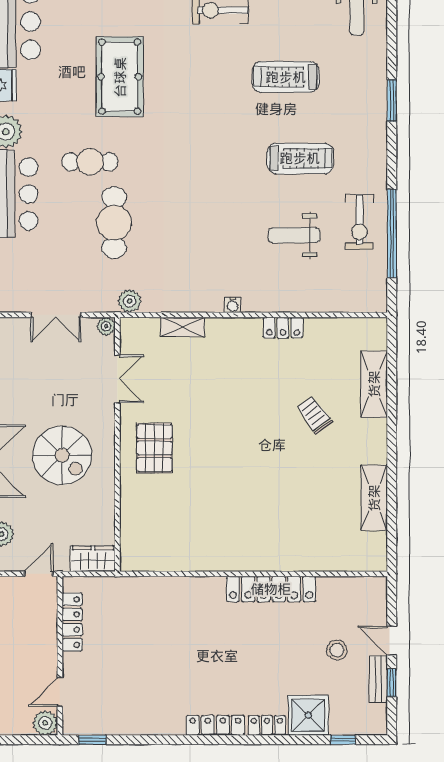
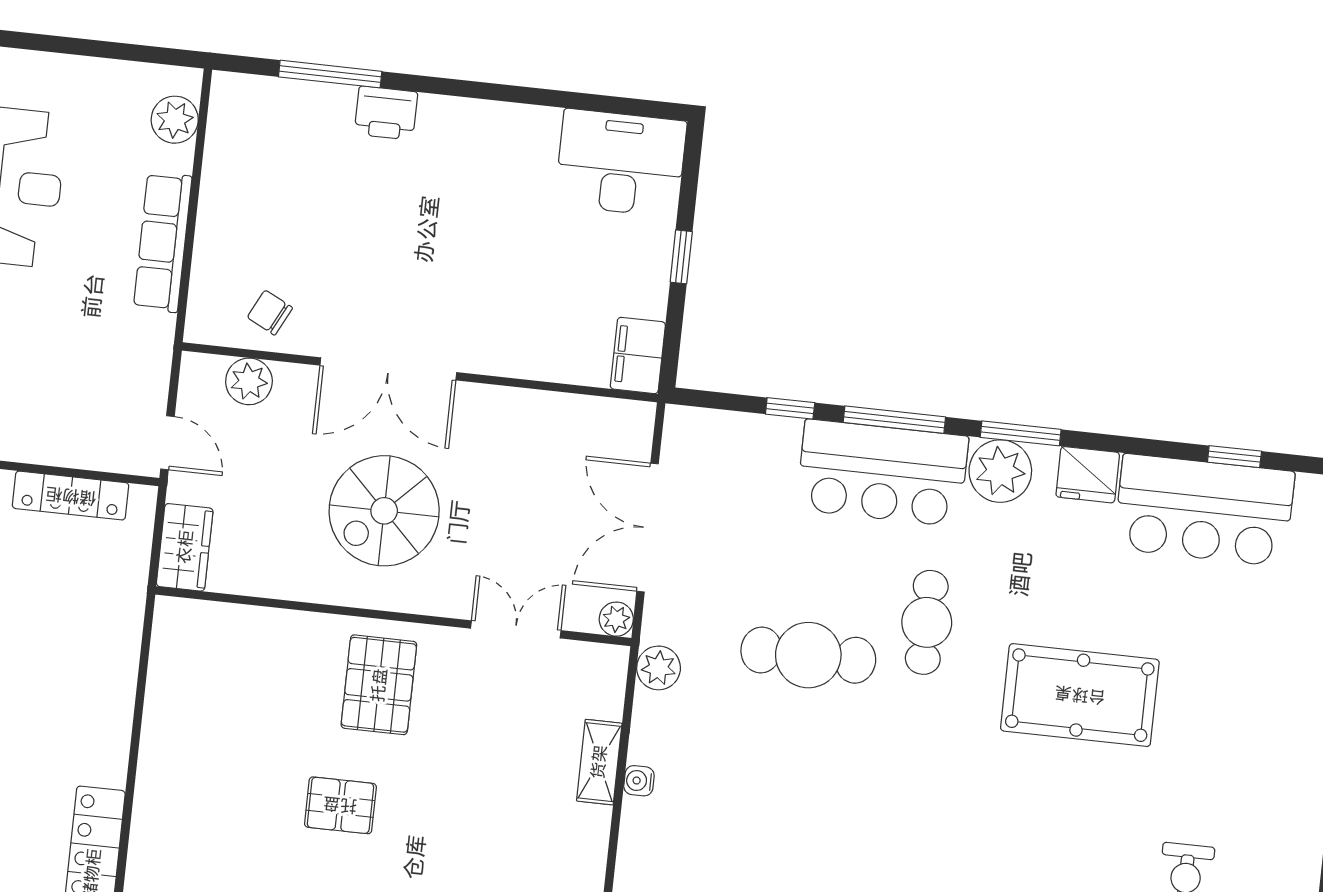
water cooler: (233, 305) -> (639, 781), moved
double door: (56, 315) -> (648, 528), width x1.37
double door: (117, 379) -> (516, 629), swing flipped
pallet: (154, 448) -> (379, 685), turned 90
pallet: (220, 461) -> (340, 805), added

